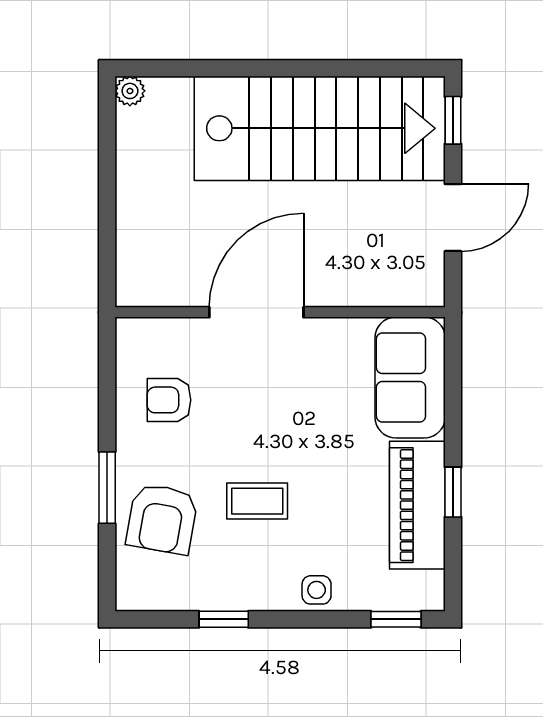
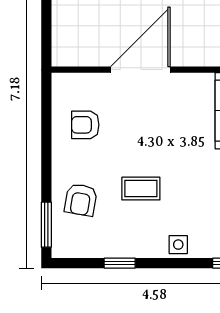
window: (107, 488) -> (46, 225), moved
armchair: (162, 519) -> (81, 200), width x0.72, depth x0.72

